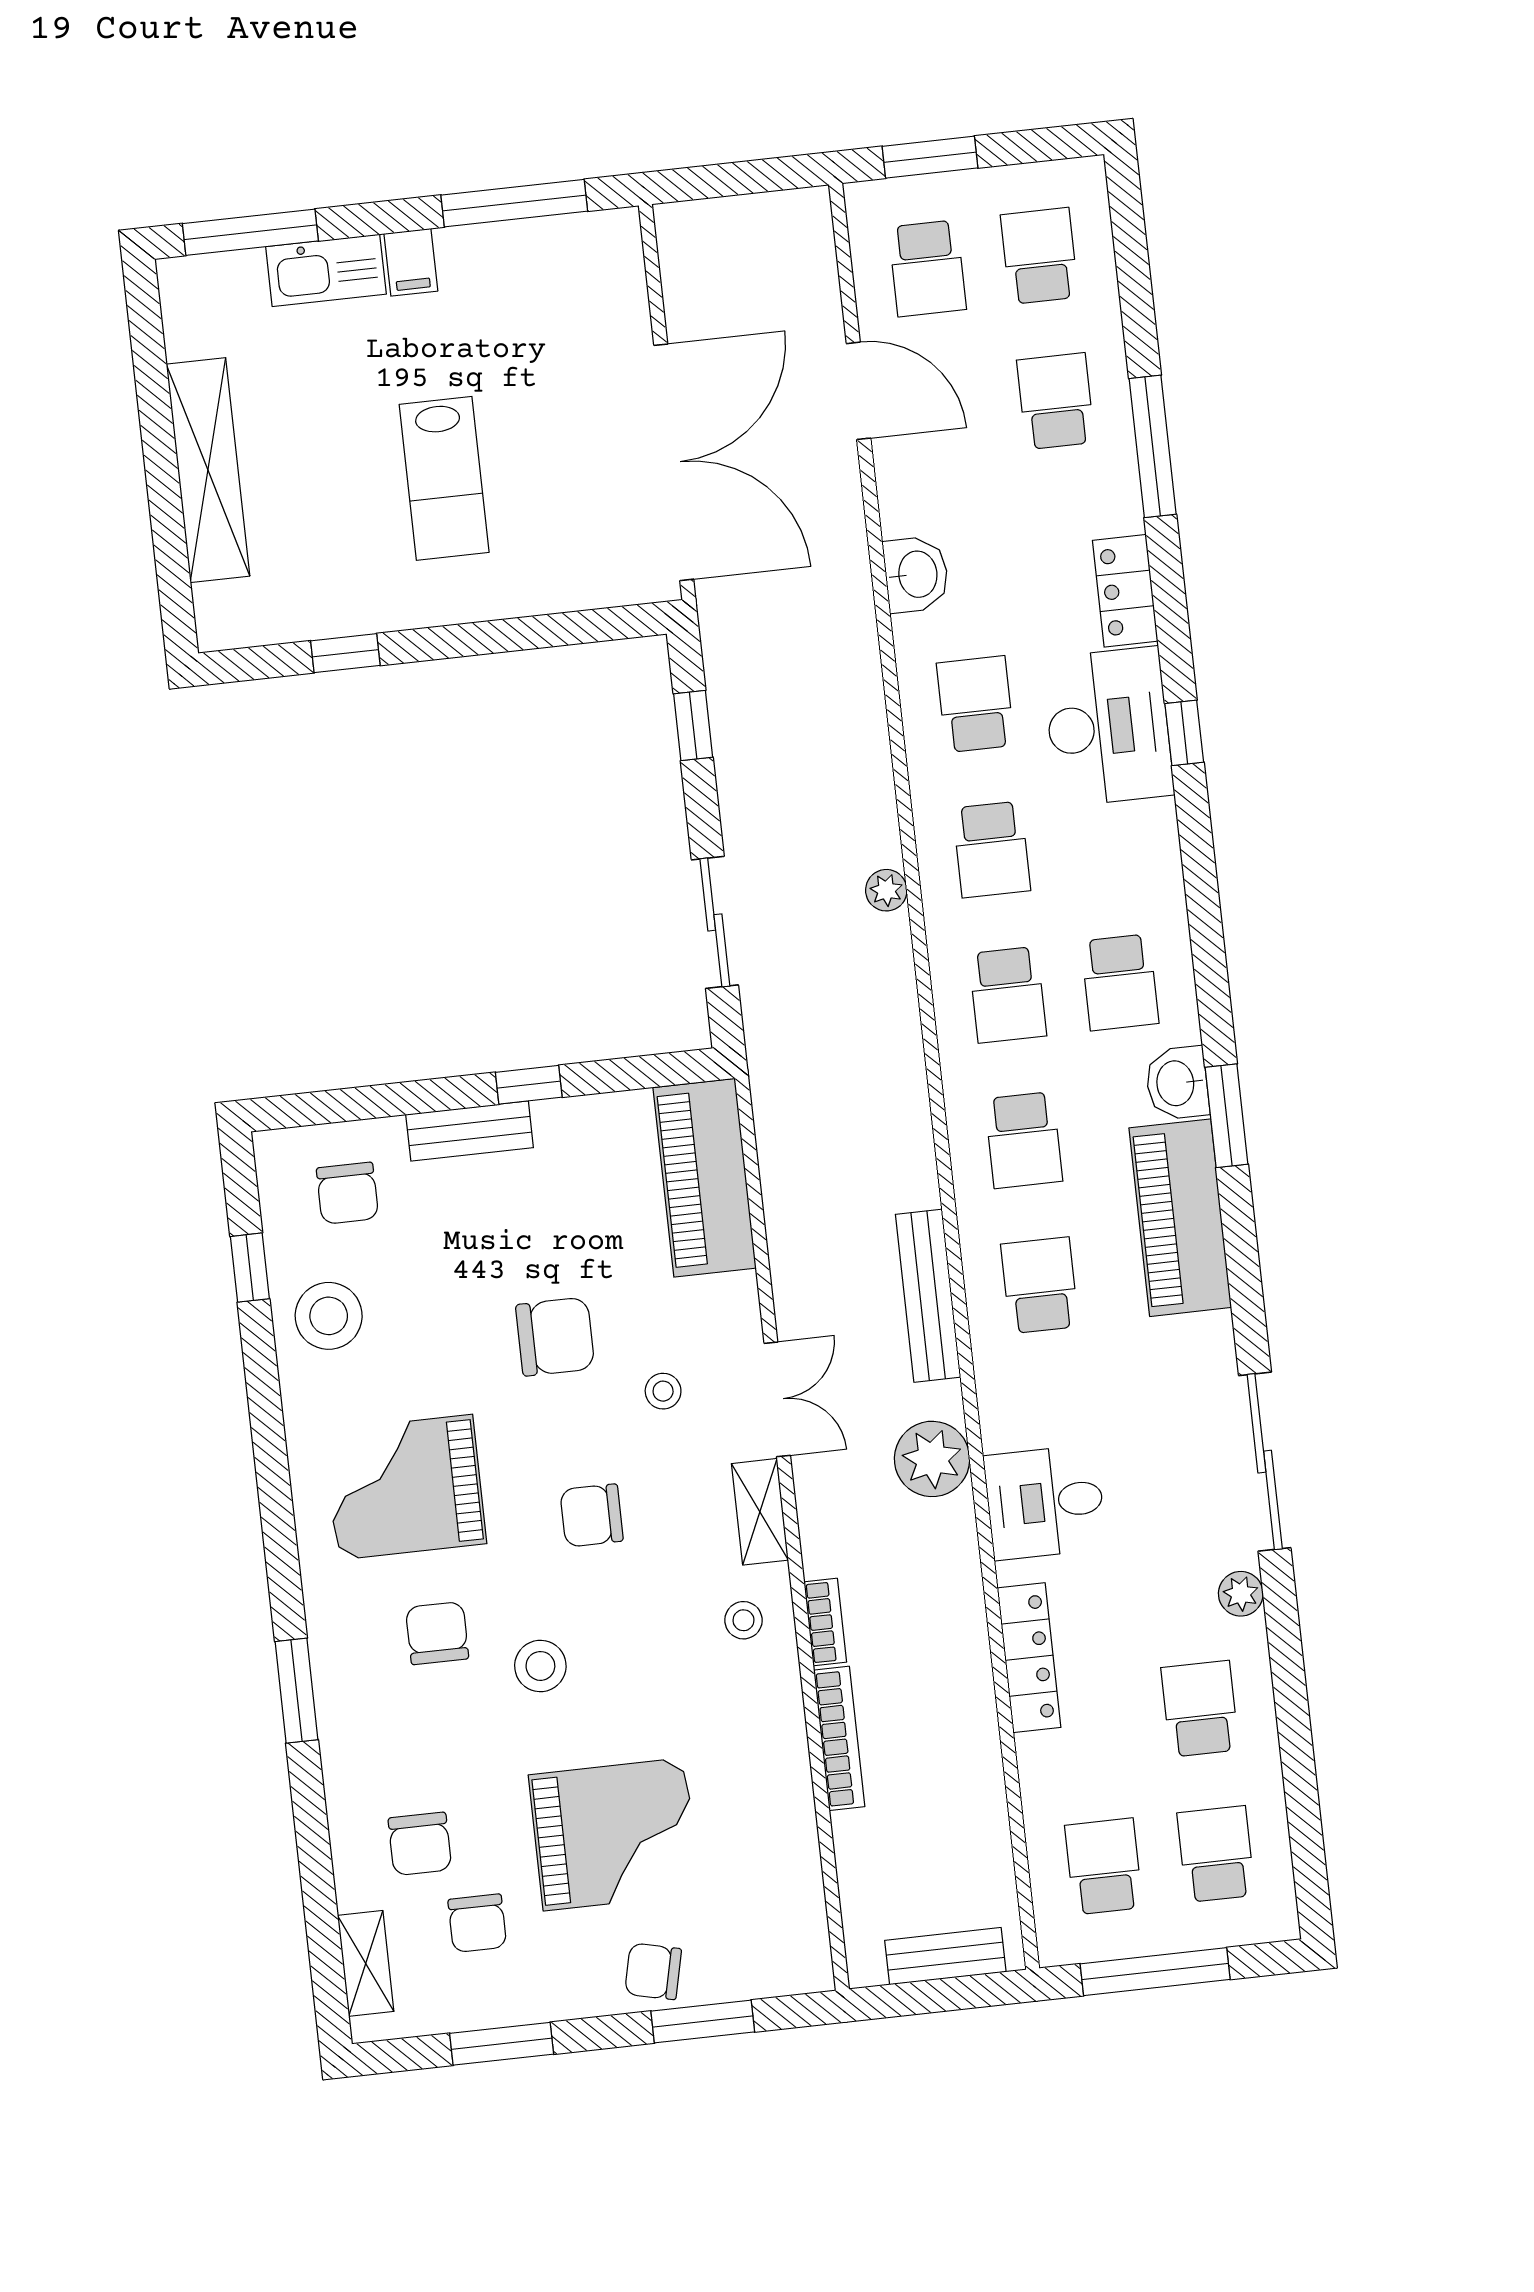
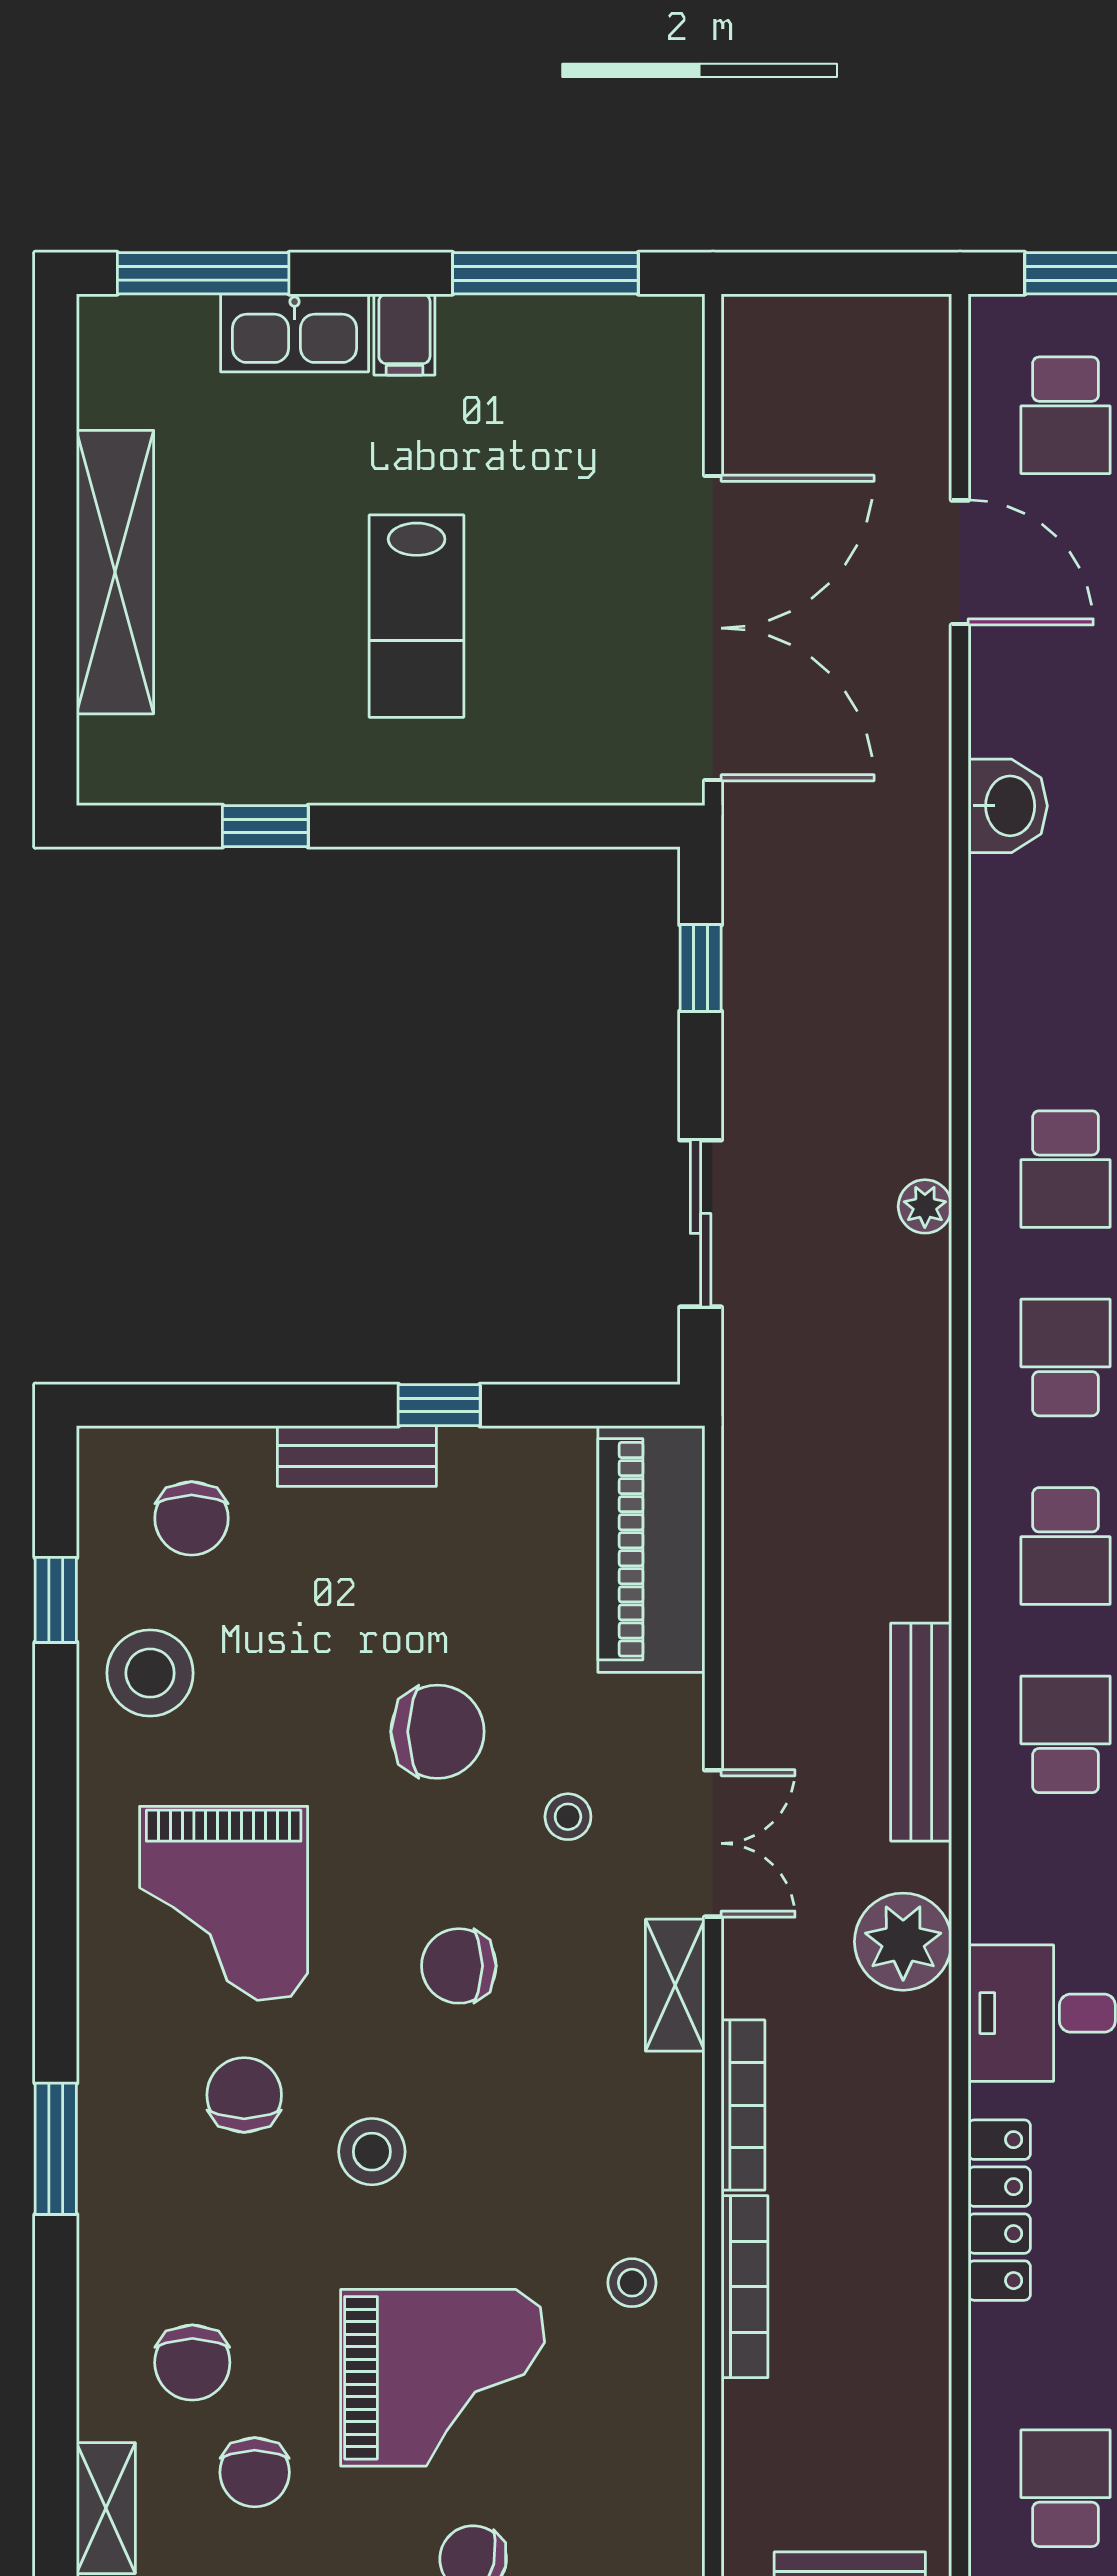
school desk: (975, 704) -> (1066, 981), removed
school desk: (1008, 995) -> (1066, 1358), turned 180
grand piano: (405, 1487) -> (224, 1903), turned -90
stool: (743, 1620) -> (632, 2283), moved
bookcase: (825, 1622) -> (743, 2105), width x1.56

